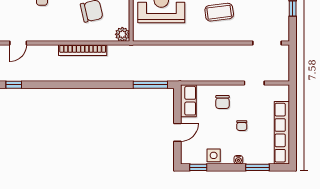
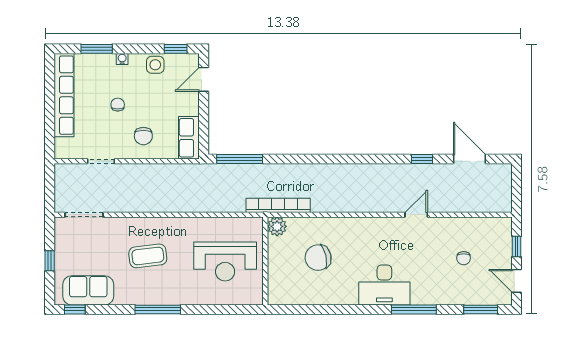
bookcase: (83, 50) -> (278, 205), moved
chair: (223, 102) -> (143, 136), turned 180
door: (177, 132) -> (204, 79), moved

